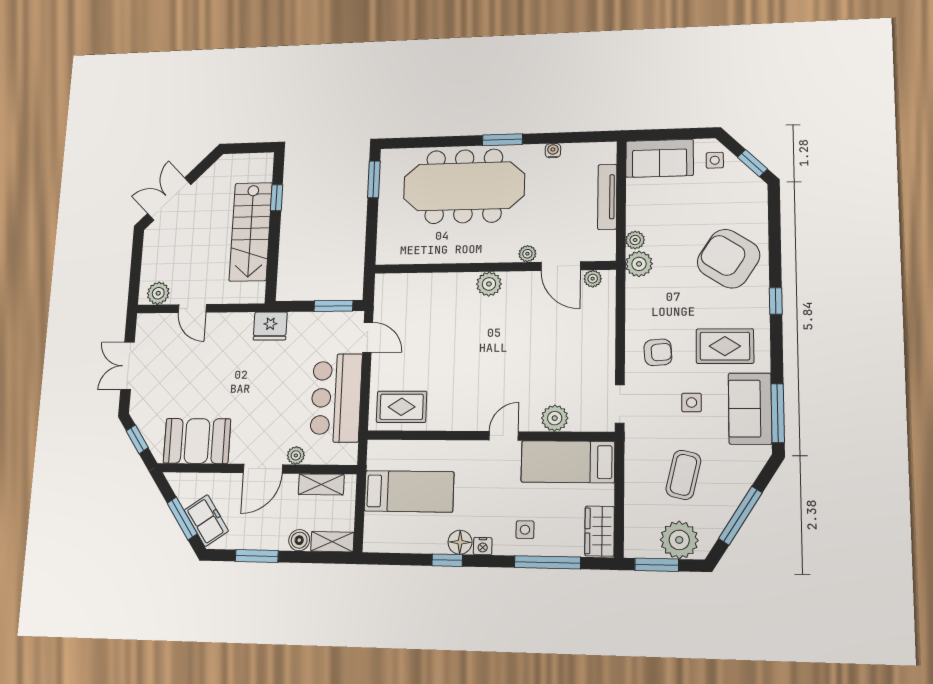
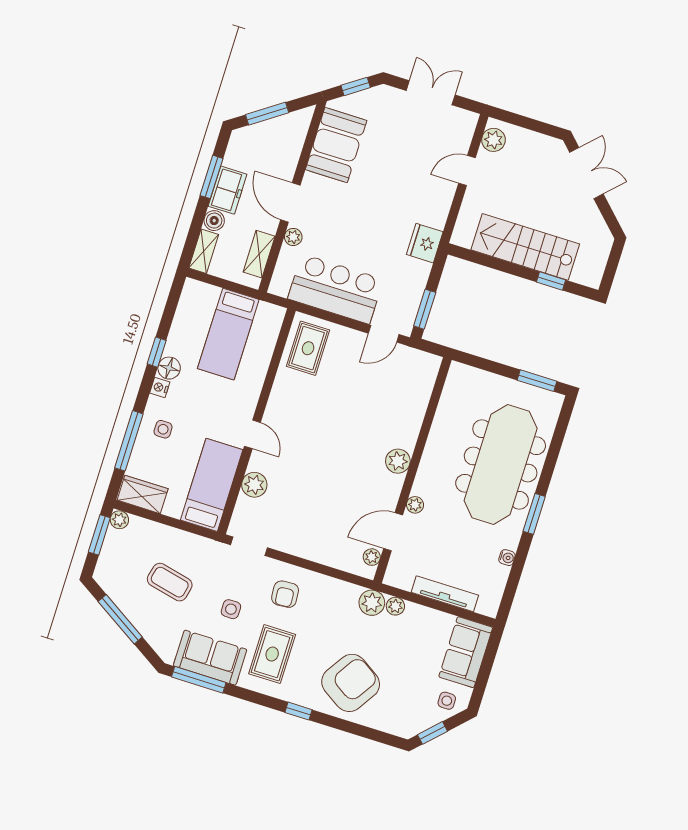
freezer: (206, 521) -> (228, 190), moved, turned -56
plant: (679, 540) -> (119, 520), moved, width x0.53, depth x0.53

